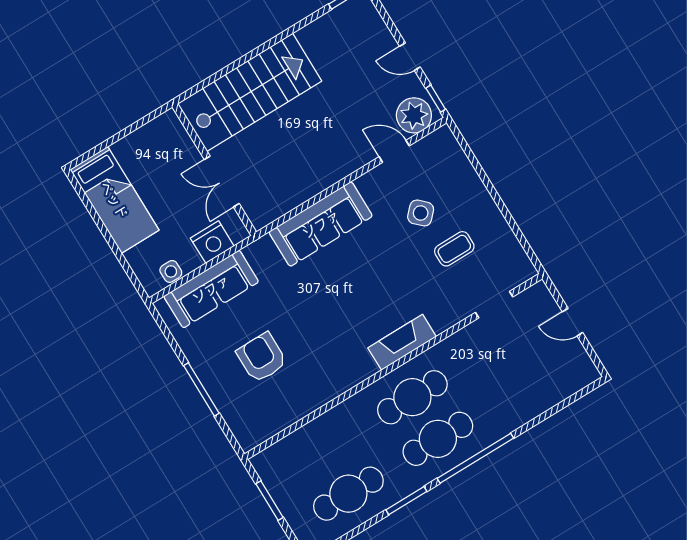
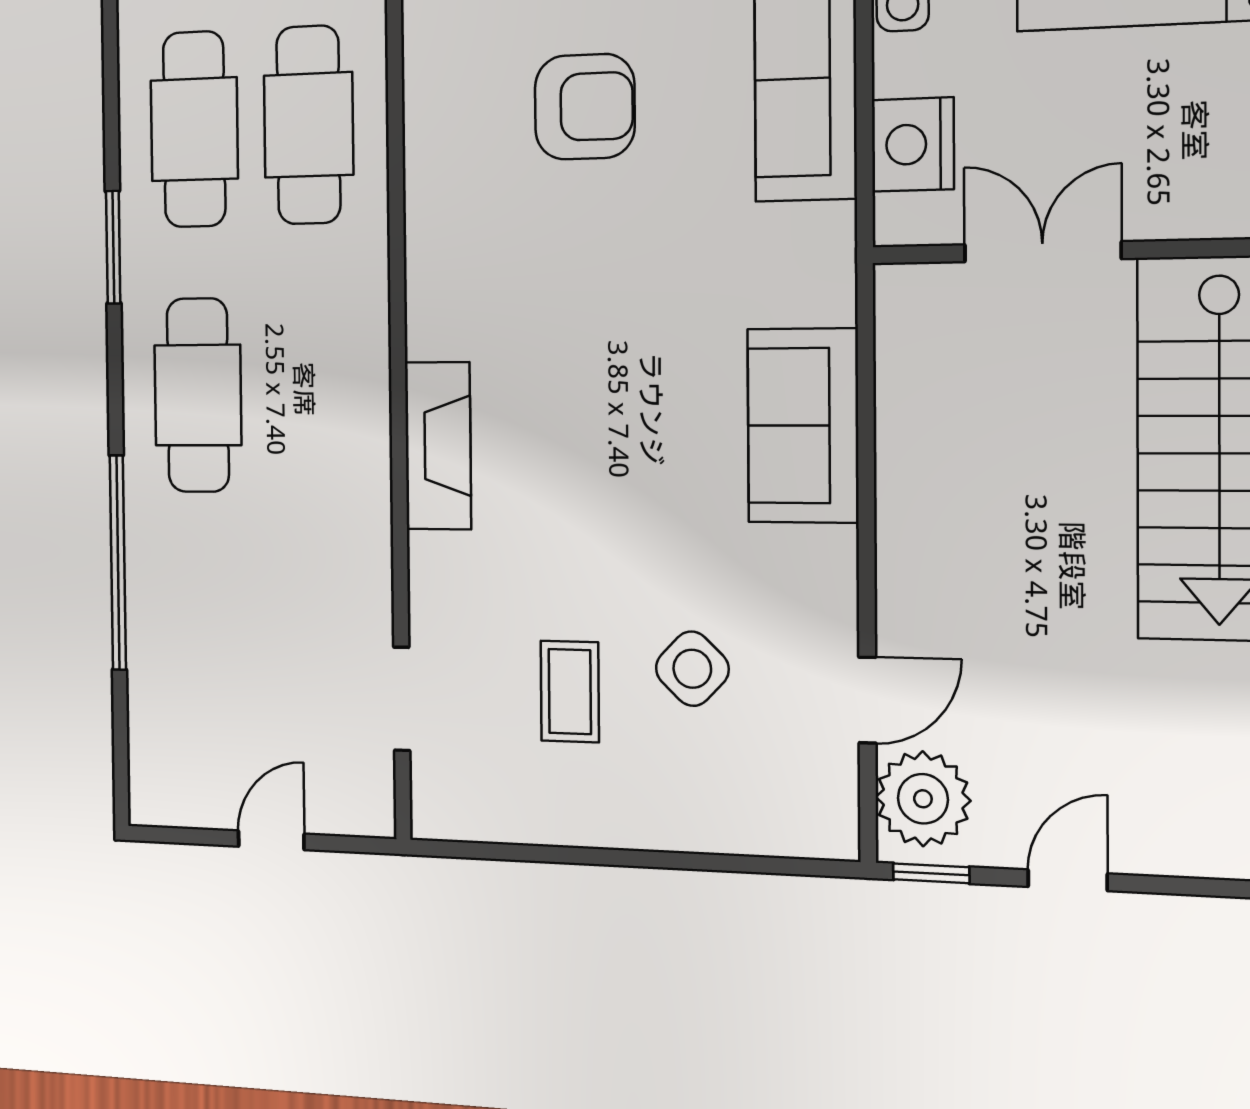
sofa: (321, 224) -> (803, 426), width x0.73
cafe table: (412, 397) -> (308, 125), moved
window: (475, 458) -> (118, 563), moved

